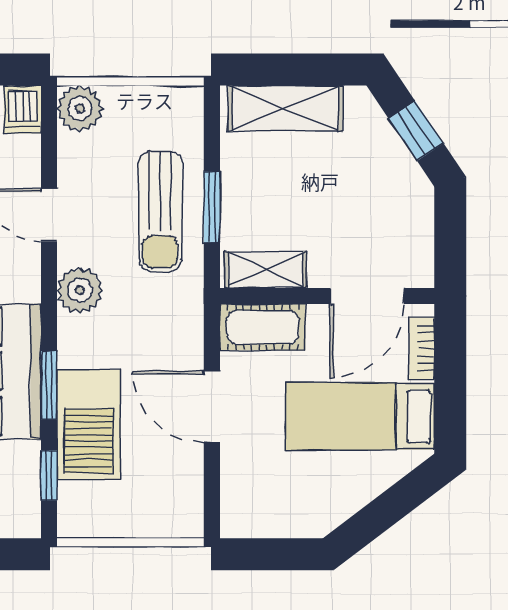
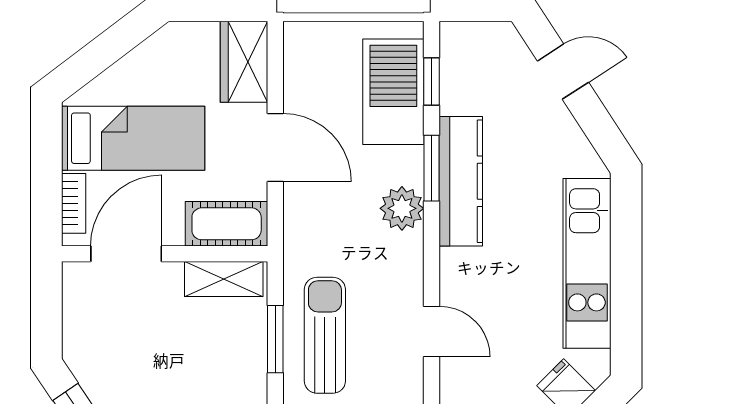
plant: (80, 290) -> (402, 208), moved
barbecue: (89, 424) -> (393, 92), moved
wardrobe: (244, 496) -> (244, 62), added

